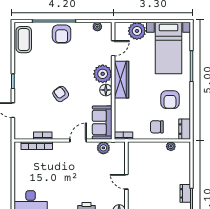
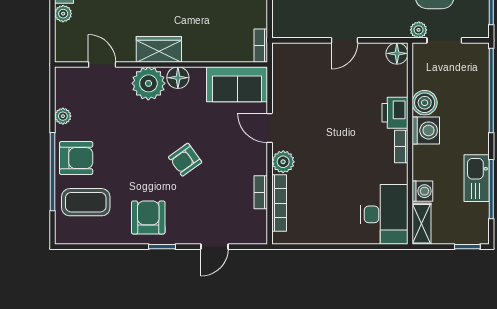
plant: (97, 27) -> (63, 116), moved
plant: (137, 31) -> (63, 14), width x0.53, depth x0.53
coffee table: (24, 40) -> (86, 202), moved
armchair: (29, 74) -> (148, 218), added
wardrobe: (121, 80) -> (159, 49), width x0.67
plant: (103, 148) -> (283, 162), moved

